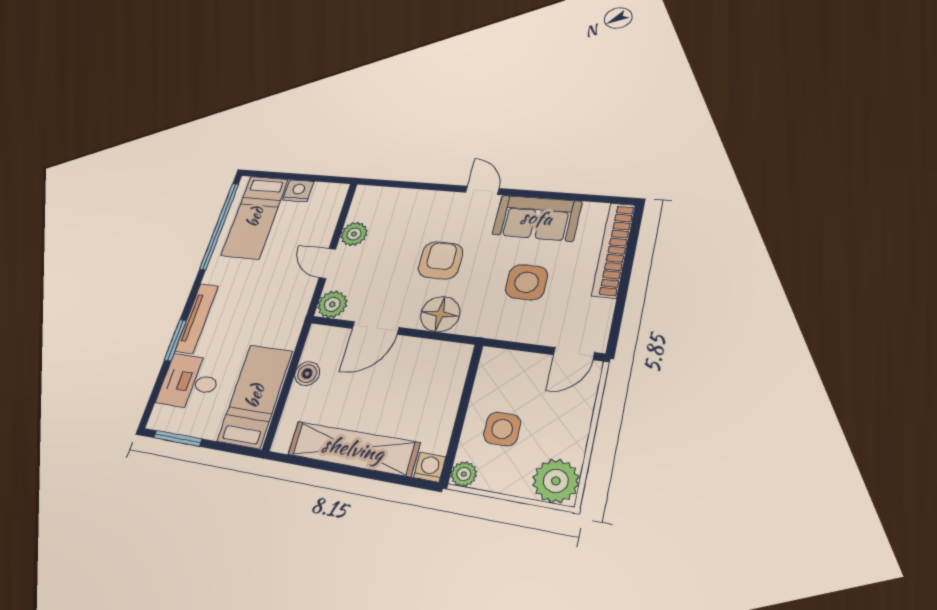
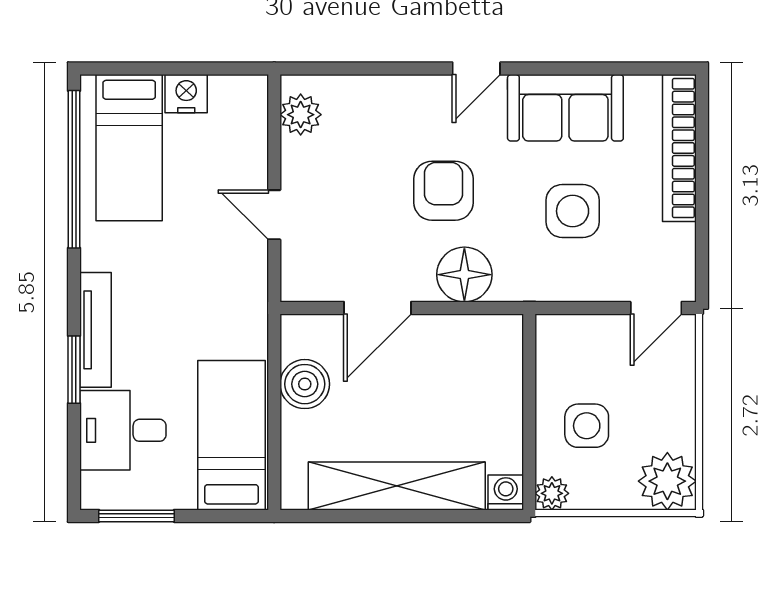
door: (482, 190) -> (476, 68), swing flipped
plant: (354, 234) -> (301, 115), moved
plant: (332, 304) -> (302, 280), removed
boiler: (307, 374) -> (305, 384), width x1.36, depth x1.36

